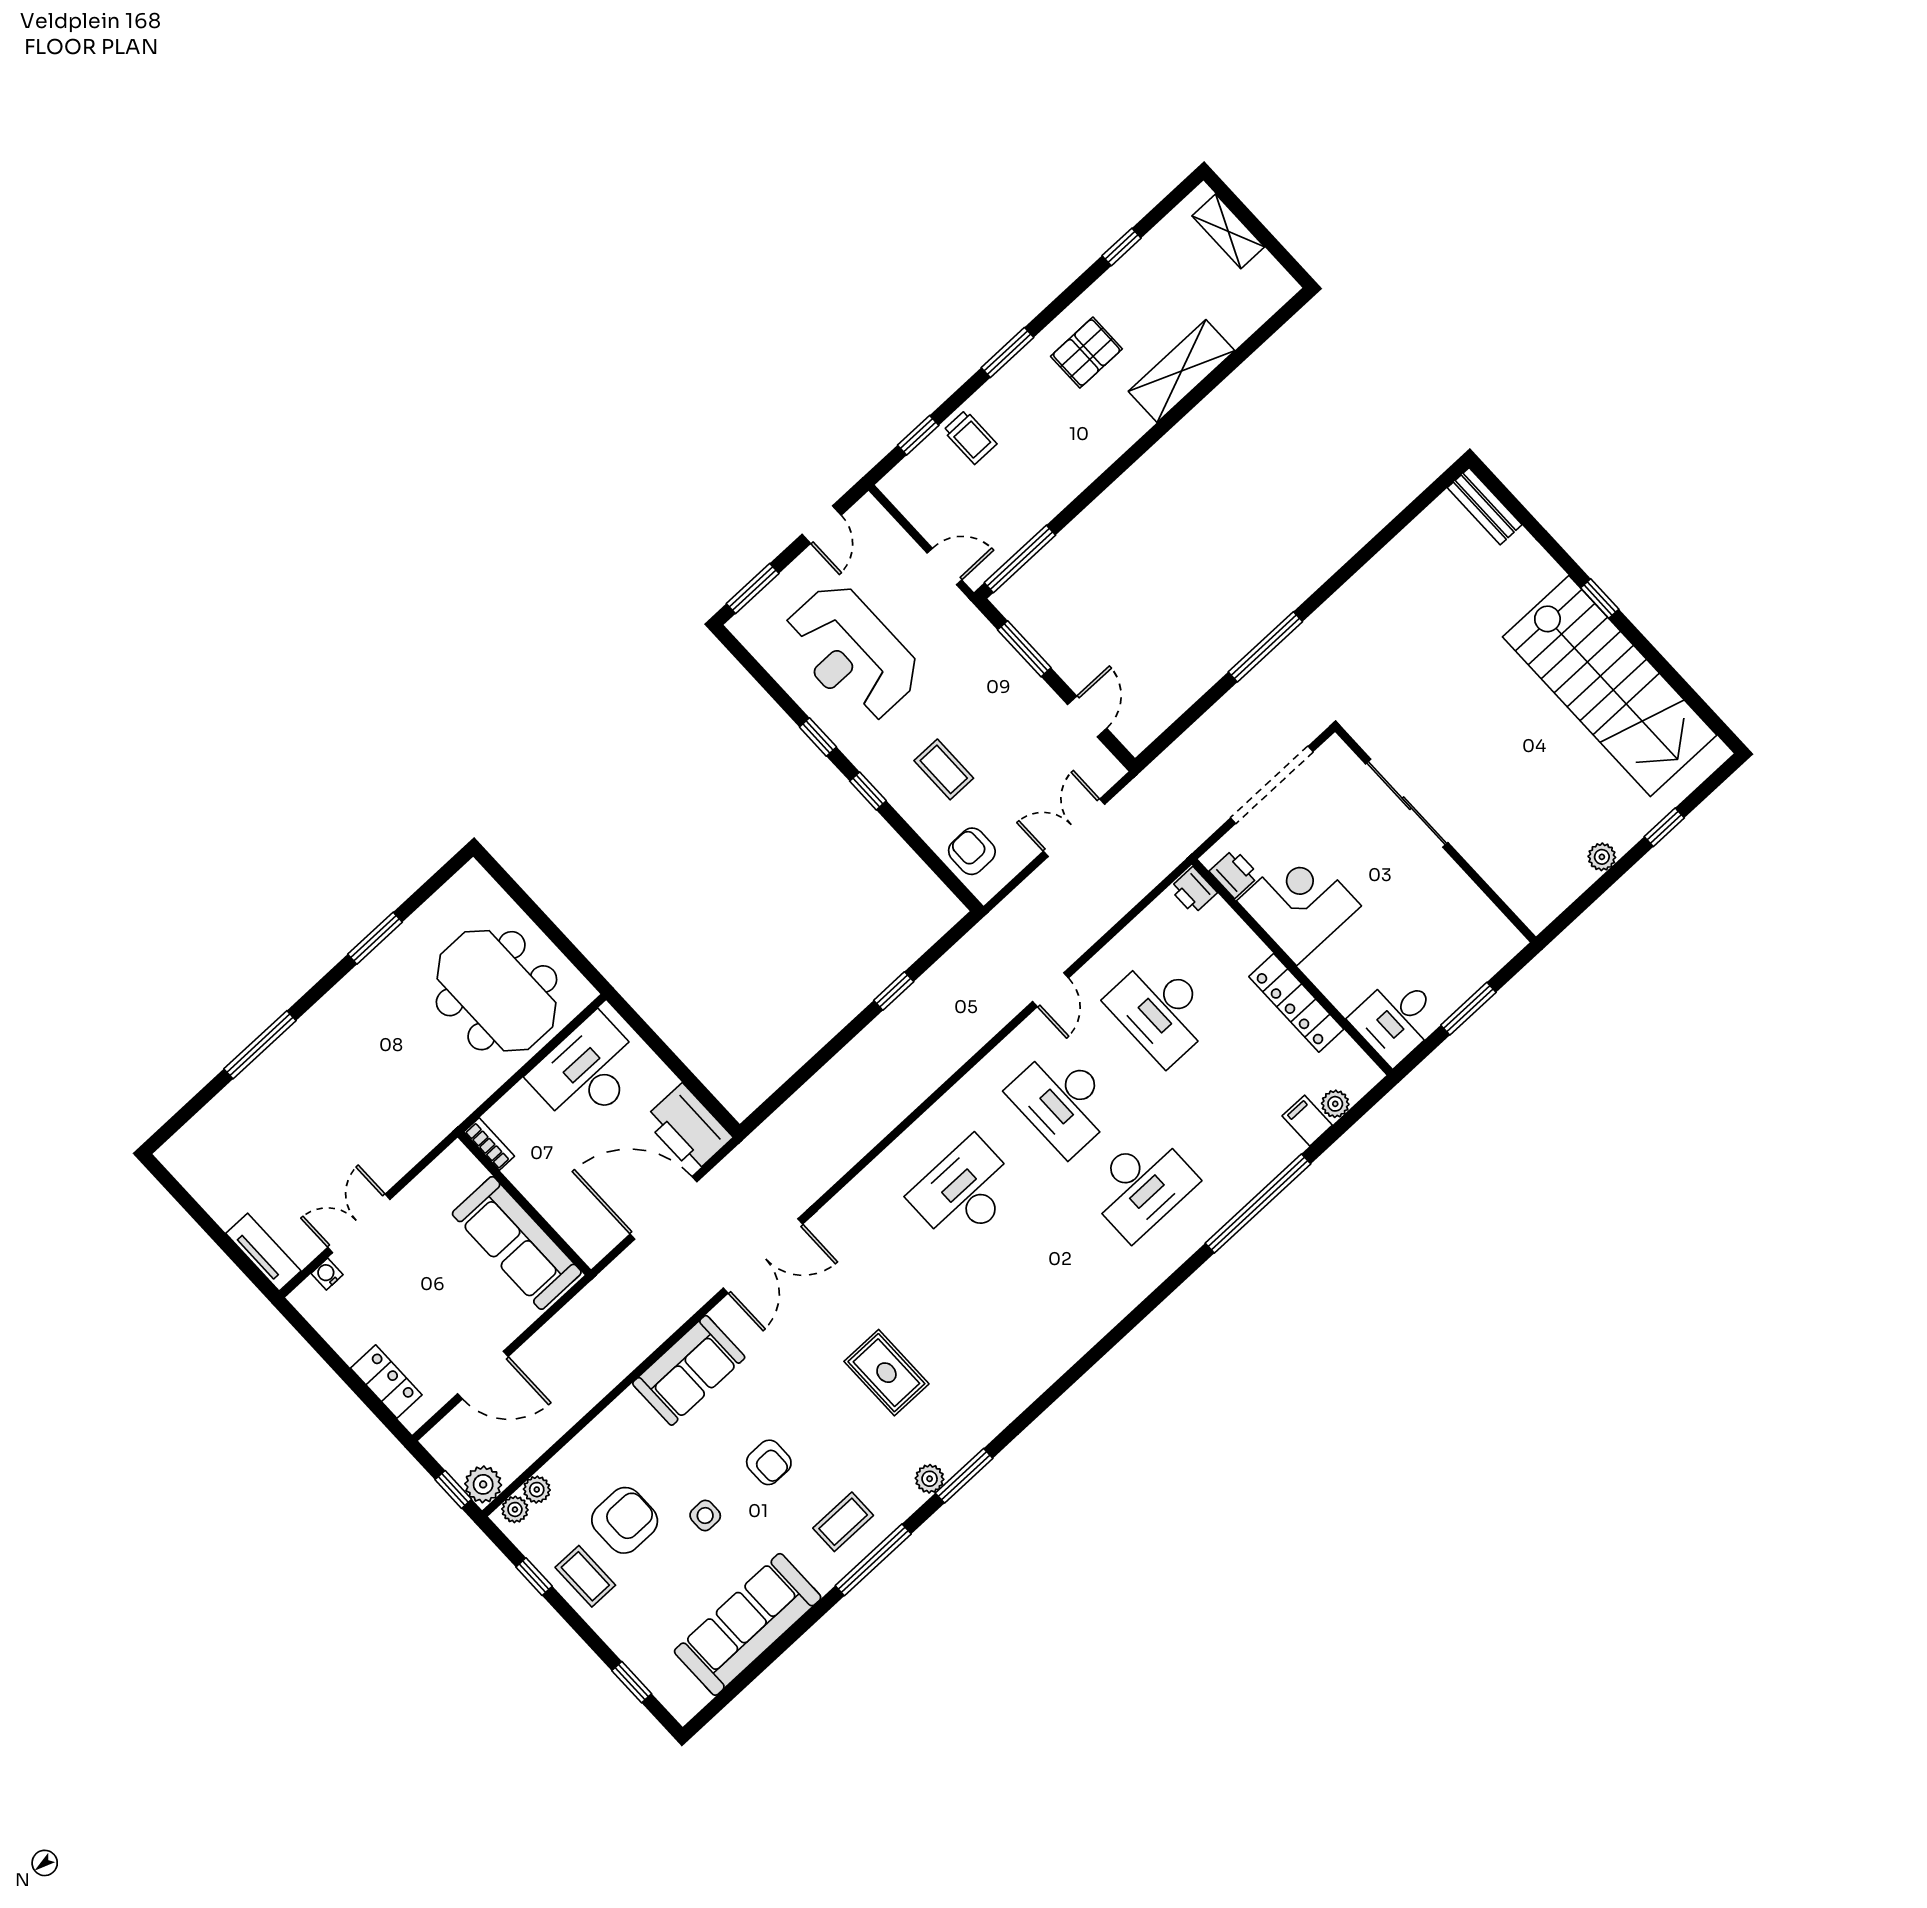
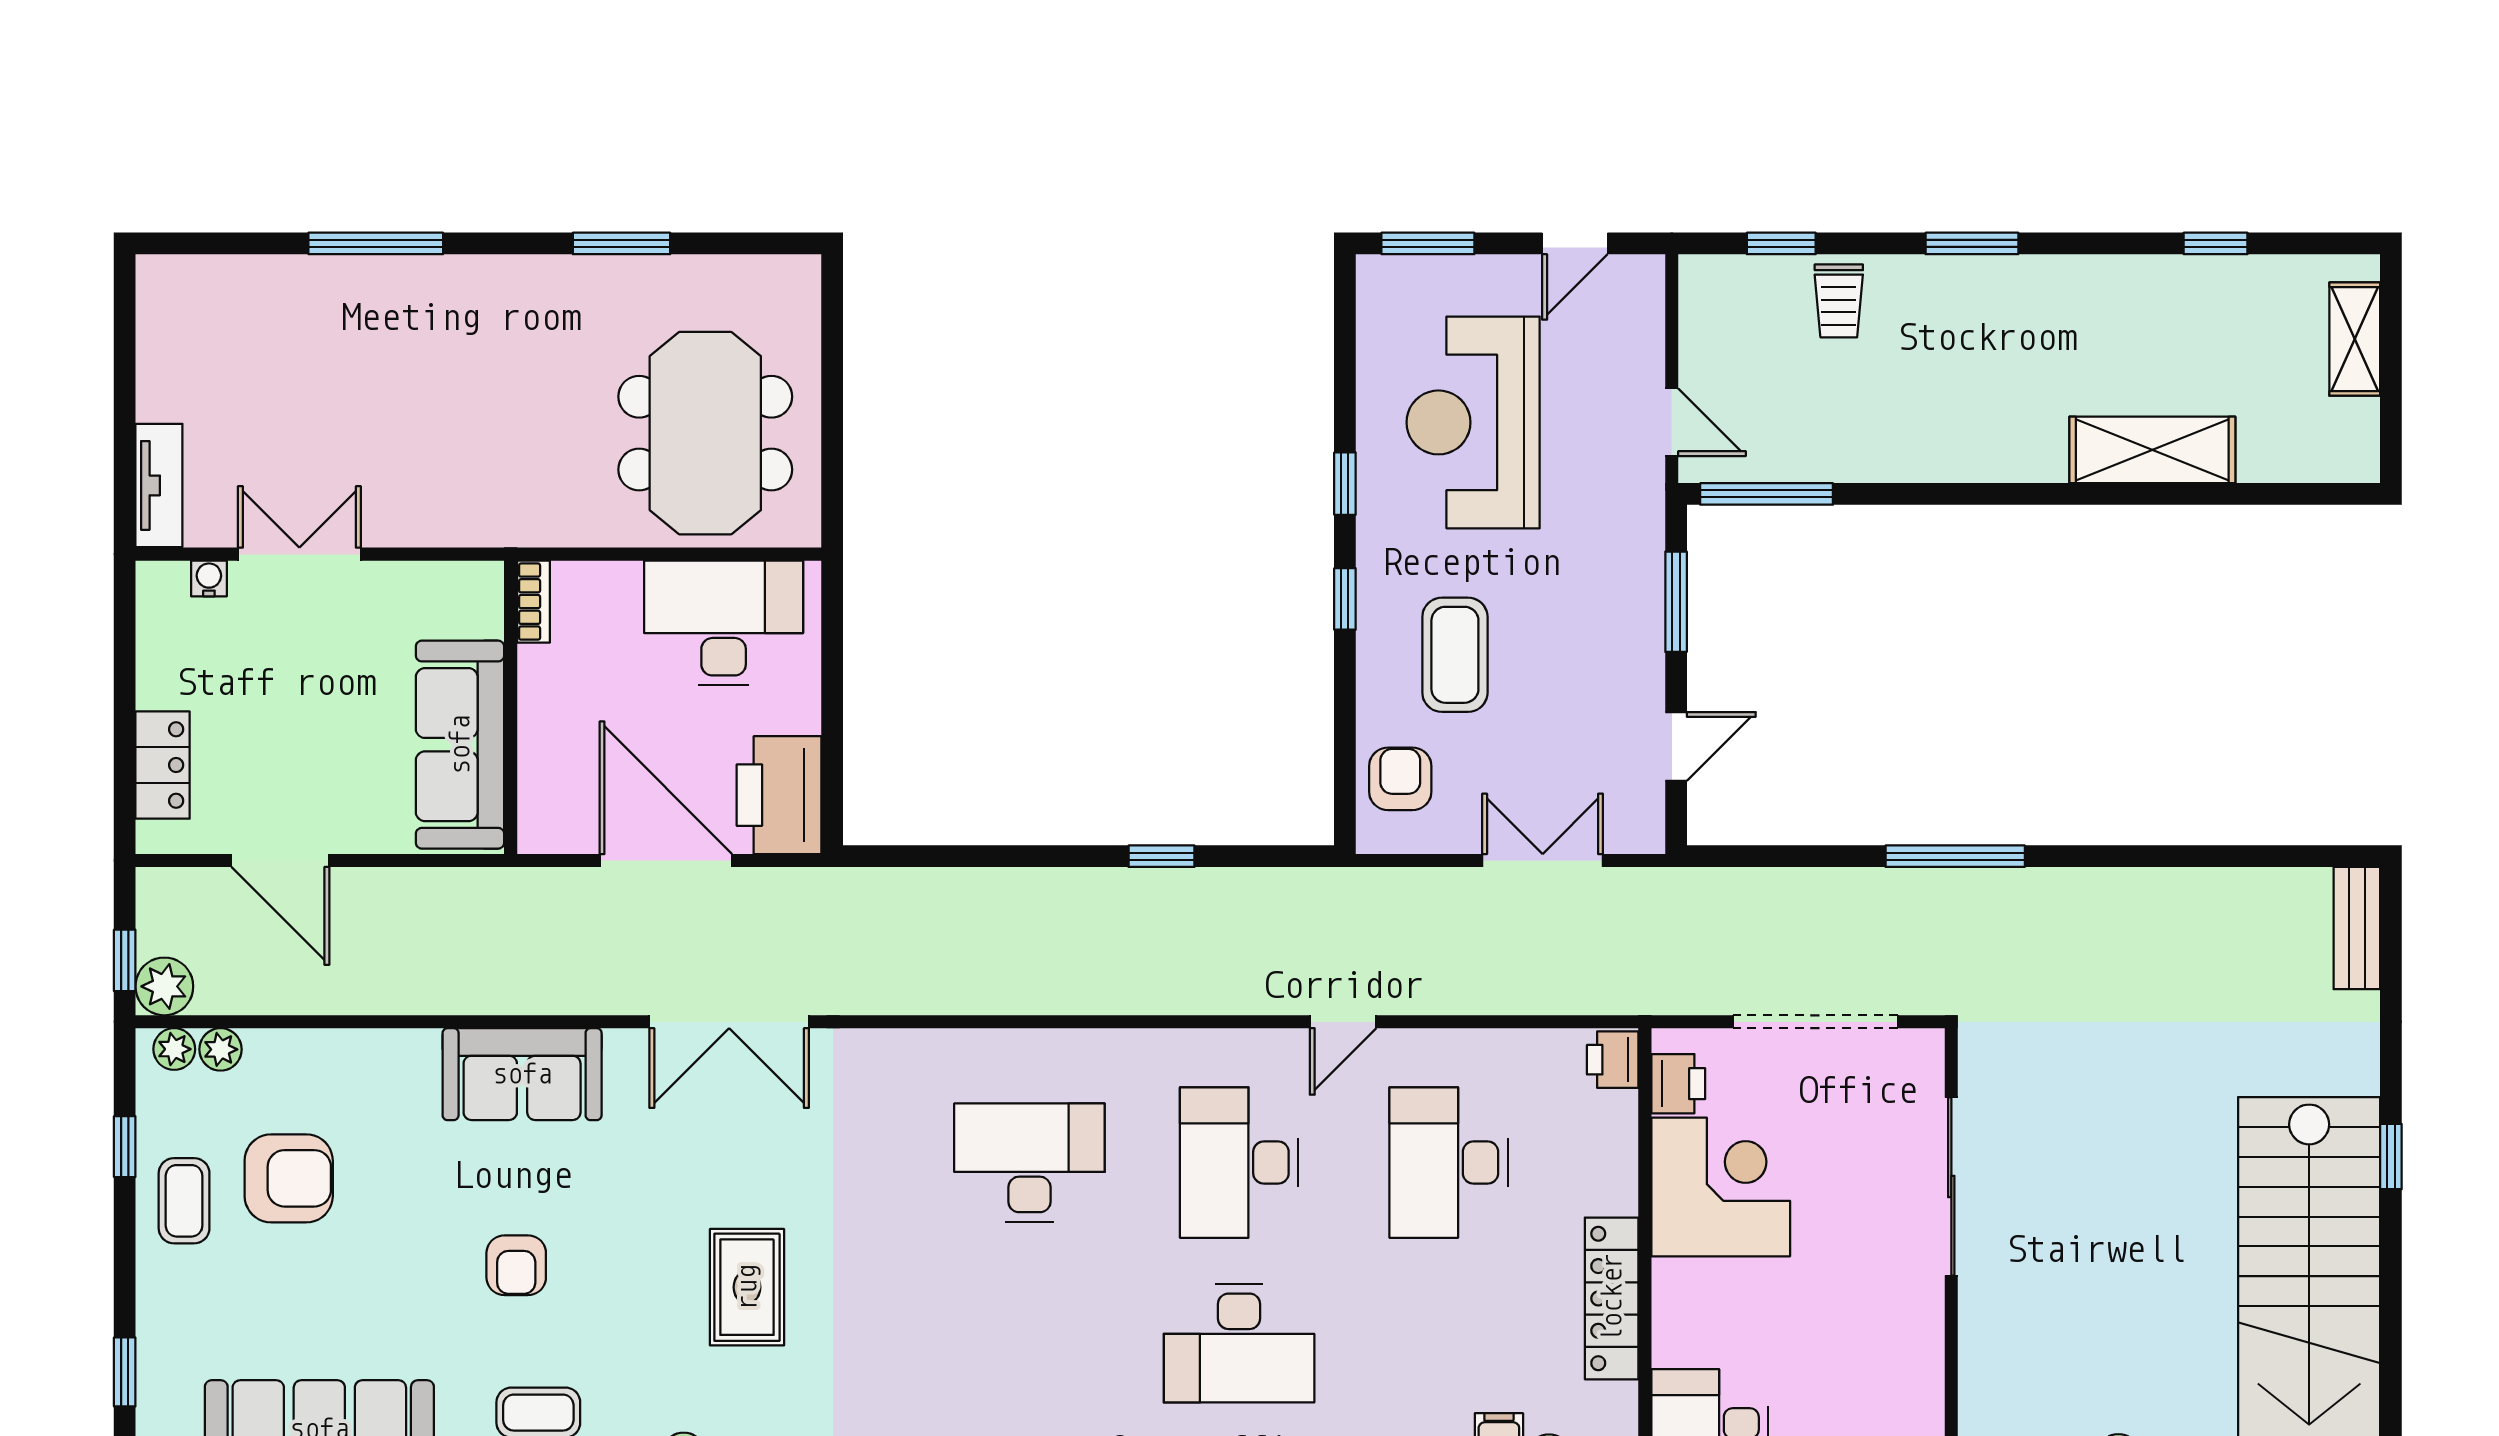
pallet: (1086, 353) -> (2063, 328), removed
coffee table: (944, 769) -> (1455, 655), width x1.36, depth x1.30
side table: (705, 1515) -> (386, 1259), removed

